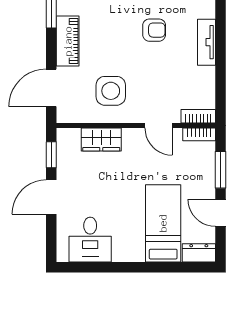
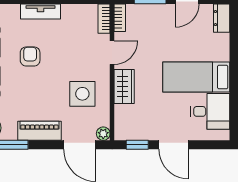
plant: (64, 115) -> (103, 134), added
wardrobe: (101, 139) -> (124, 87), moved
bed: (163, 223) -> (196, 77), moved

